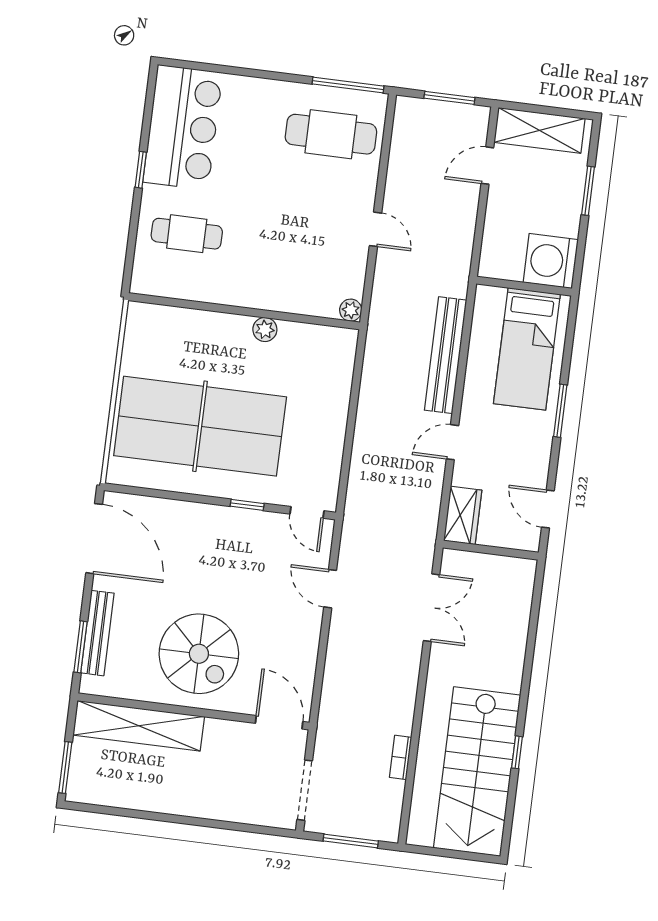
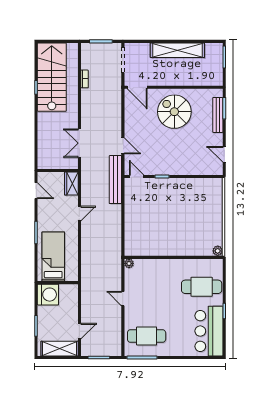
cafe table: (187, 234) -> (202, 287), width x1.37, depth x1.35
plant: (265, 329) -> (218, 251), moved
bench: (446, 355) -> (115, 180), moved
table tennis table: (200, 426) -> (186, 207), removed
door: (94, 539) -> (224, 154), width x0.53
shelving: (139, 726) -> (177, 50), moved

